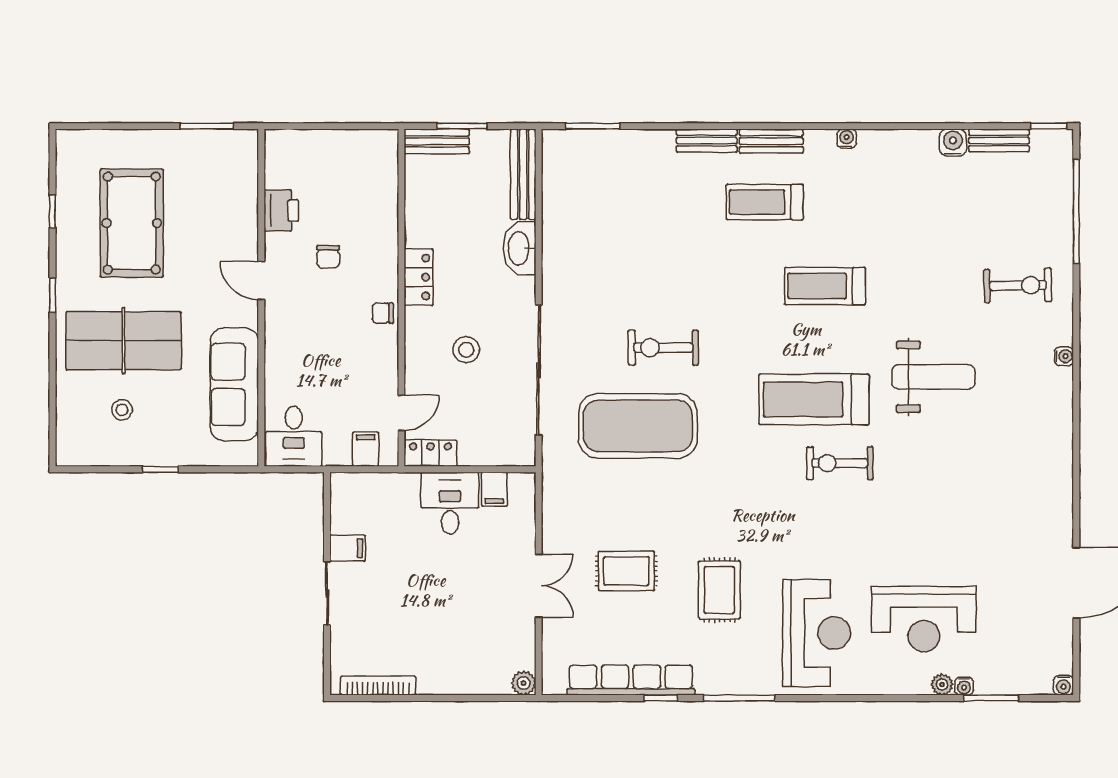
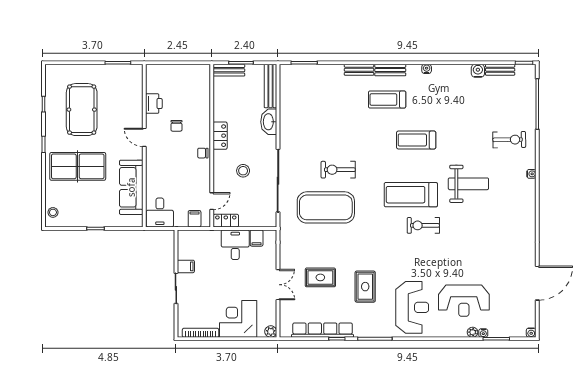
stool: (122, 410) -> (53, 212), moved
corner desk: (456, 657) -> (238, 319), added

